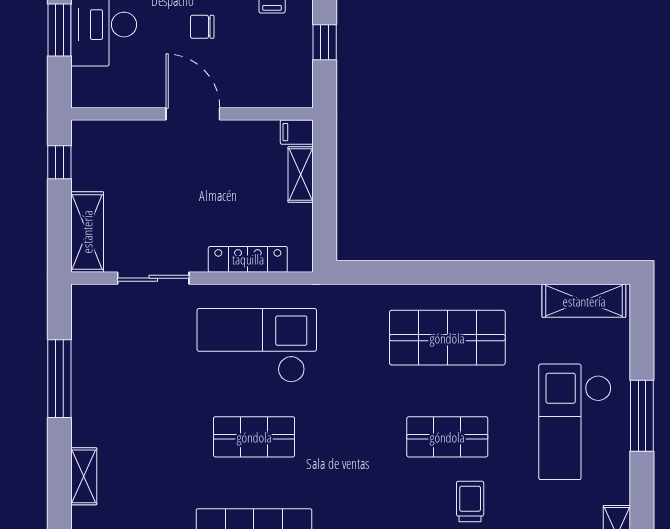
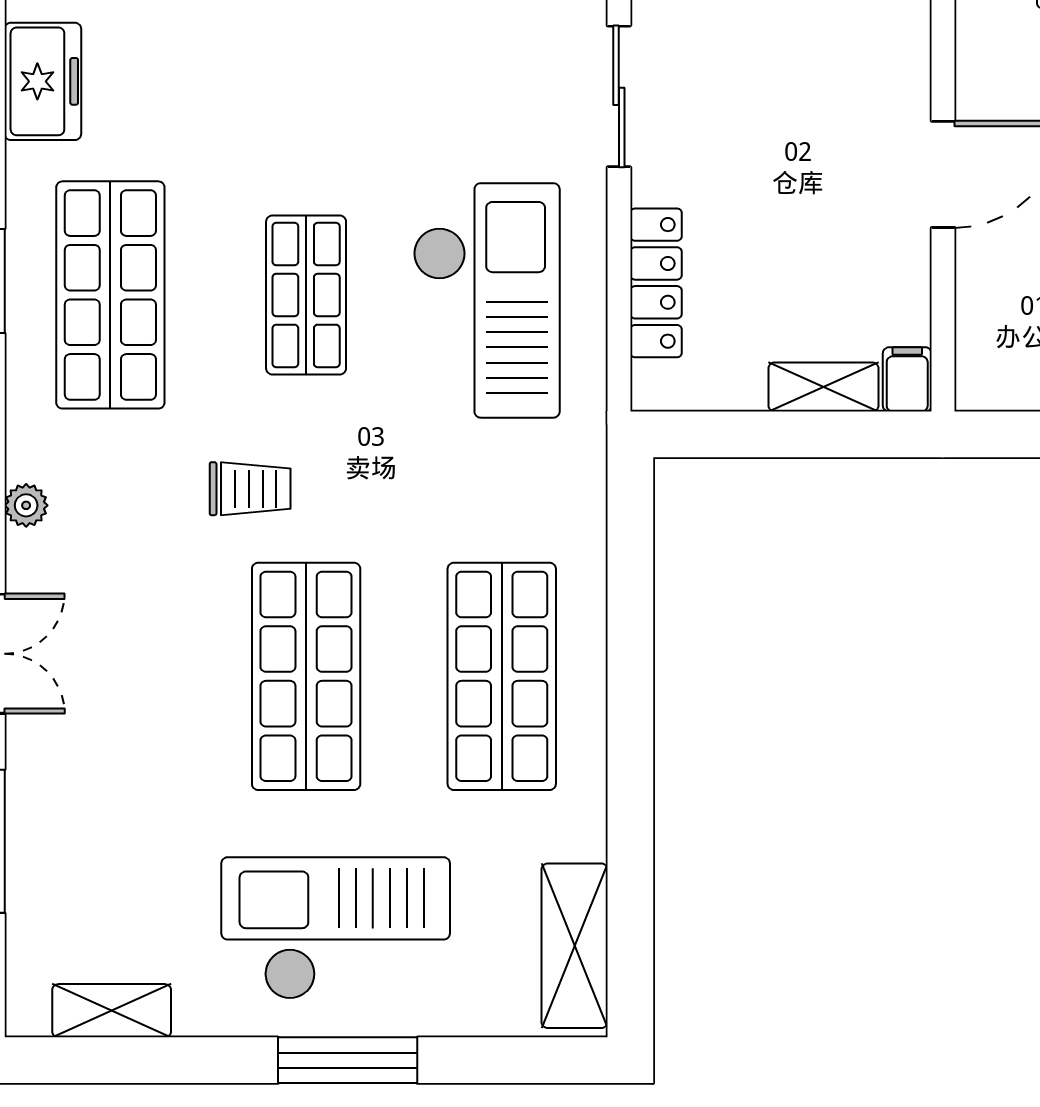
shop shelf: (447, 437) -> (306, 676), width x1.43, depth x1.36
trolley: (470, 502) -> (250, 489), moved

